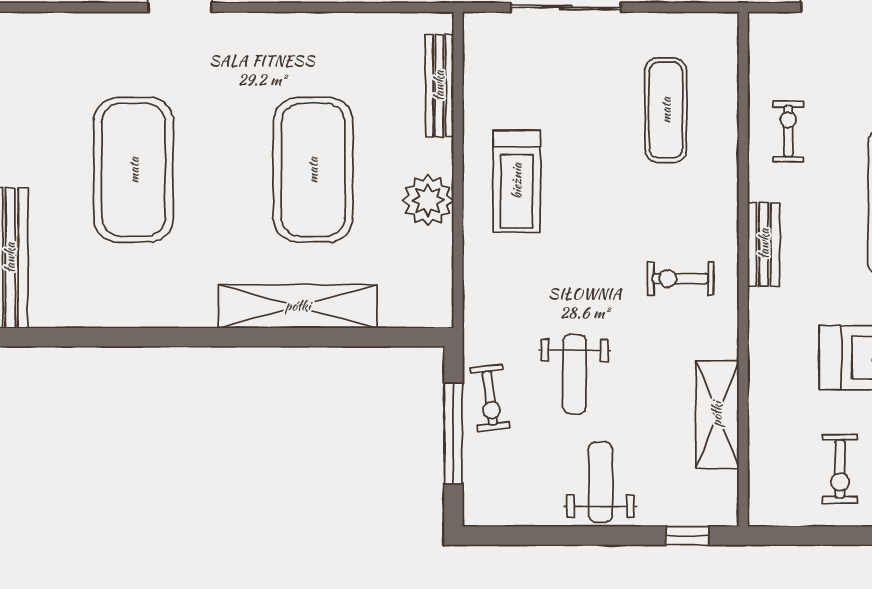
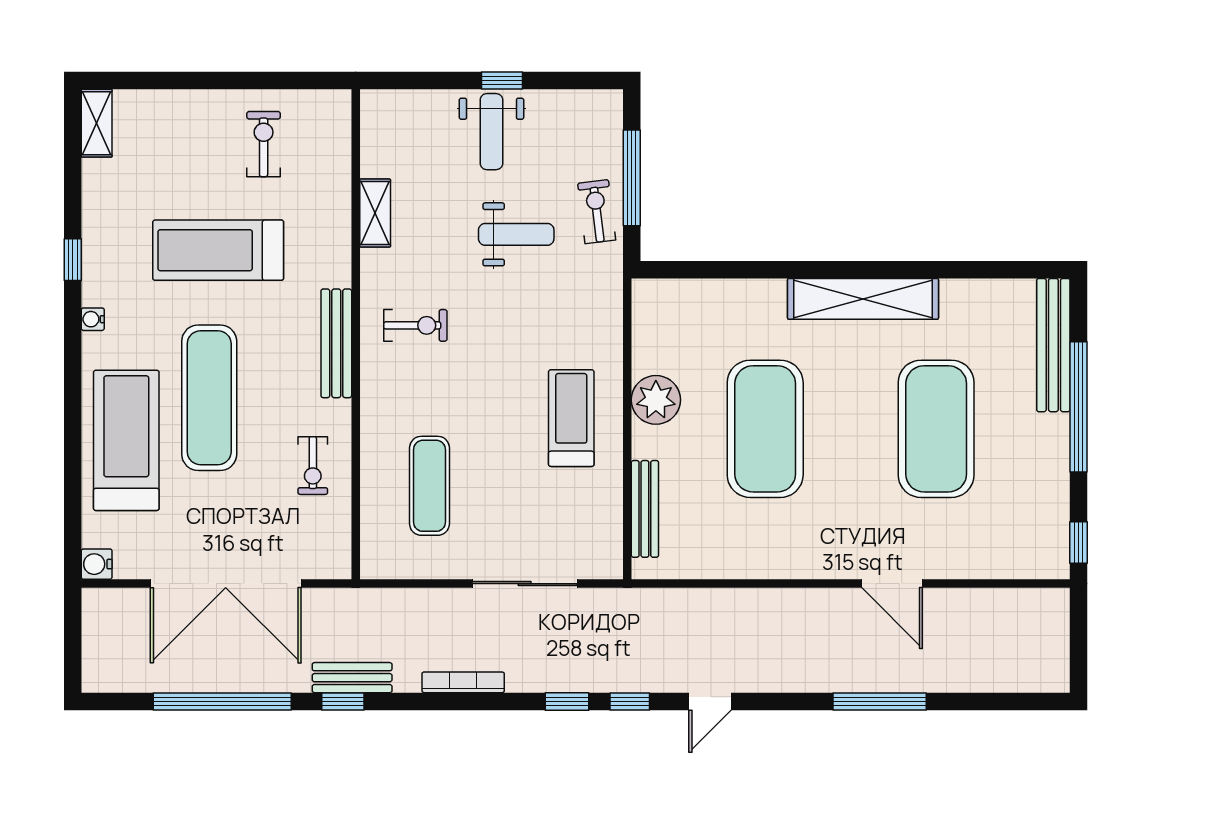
bench: (764, 244) -> (336, 343), width x1.36
shelving: (298, 306) -> (863, 299), moved
weight bench: (575, 374) -> (516, 234), turned 90
shelving: (717, 414) -> (375, 213), width x0.67, depth x0.75
window: (687, 536) -> (502, 81), moved

